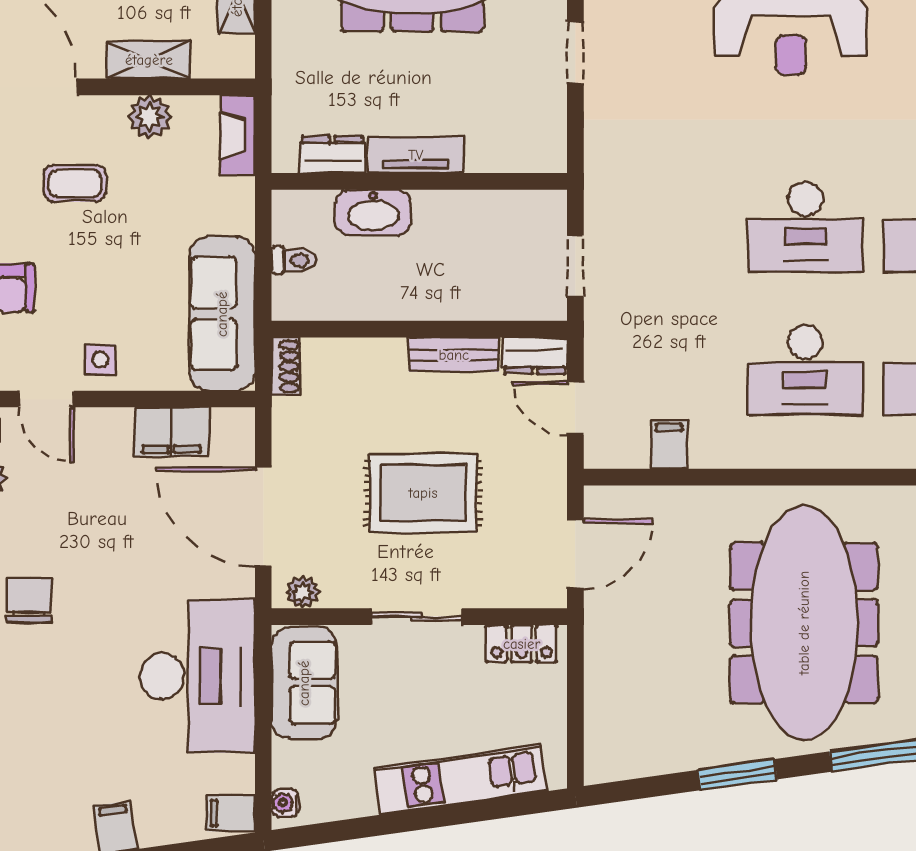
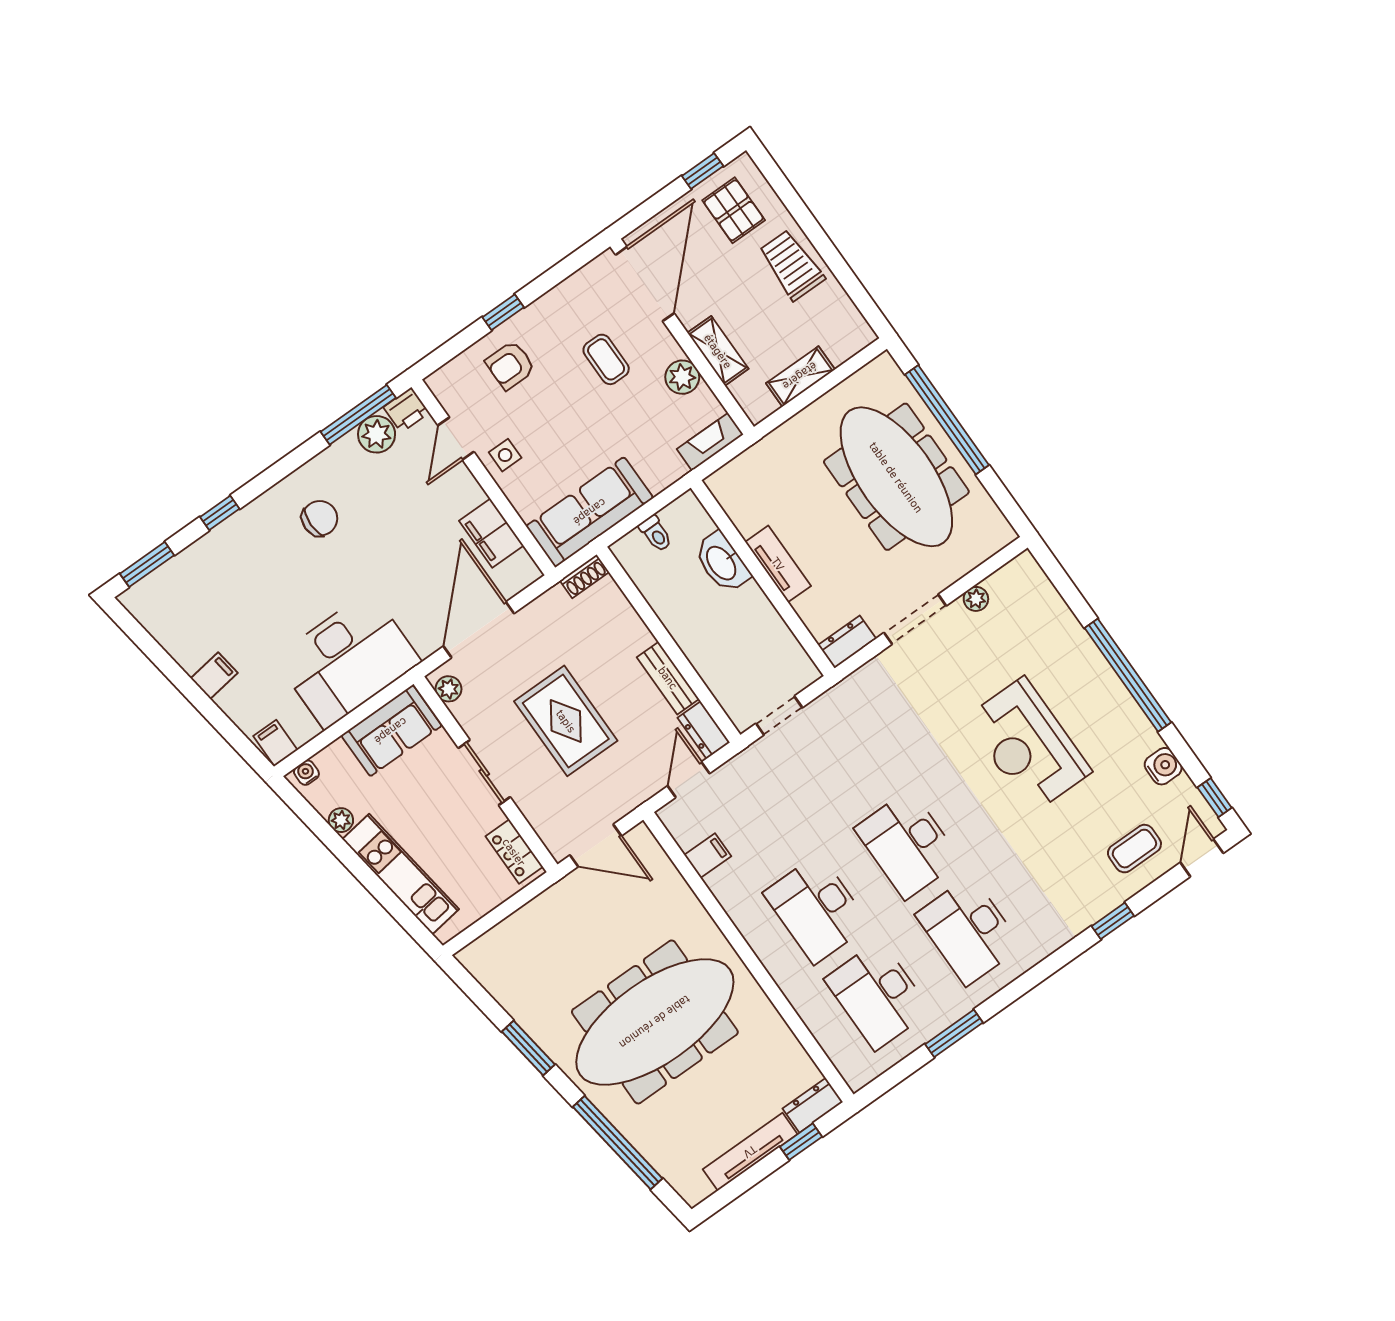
doorway: (575, 52) -> (915, 619), width x1.38
dresser: (332, 155) -> (847, 642), moved, turned -90
plant: (360, 802) -> (341, 820), added

